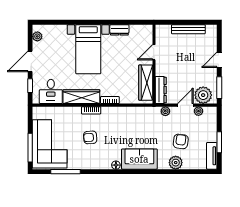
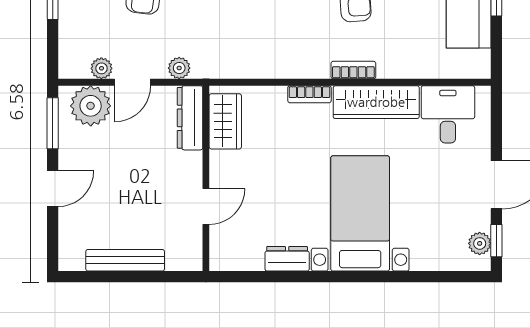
wardrobe: (146, 83) -> (225, 121), width x0.67
window: (30, 86) -> (496, 241), moved

